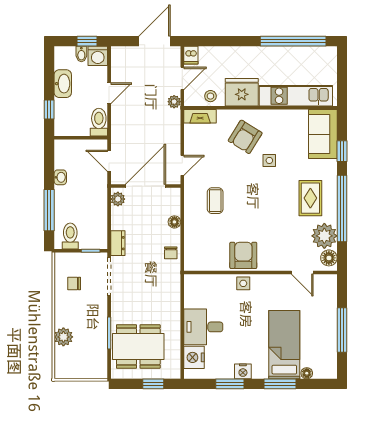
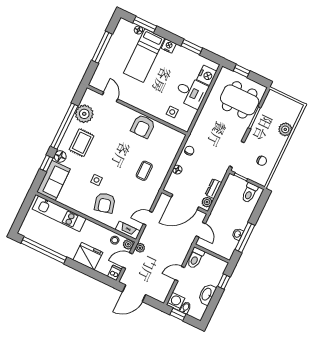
fridge: (242, 92) -> (88, 256), moved, turned 180
plant: (191, 99) -> (128, 244), added
armchair: (245, 137) -> (105, 203), turned 134
door: (182, 165) -> (148, 218), moved
window: (49, 210) -> (245, 237), moved
dresser: (118, 243) -> (214, 189), moved
floor lamp: (329, 258) -> (60, 156), moved
side table: (243, 283) -> (172, 112), moved
nightstand: (243, 371) -> (169, 46), moved
window: (280, 384) -> (145, 25), moved

